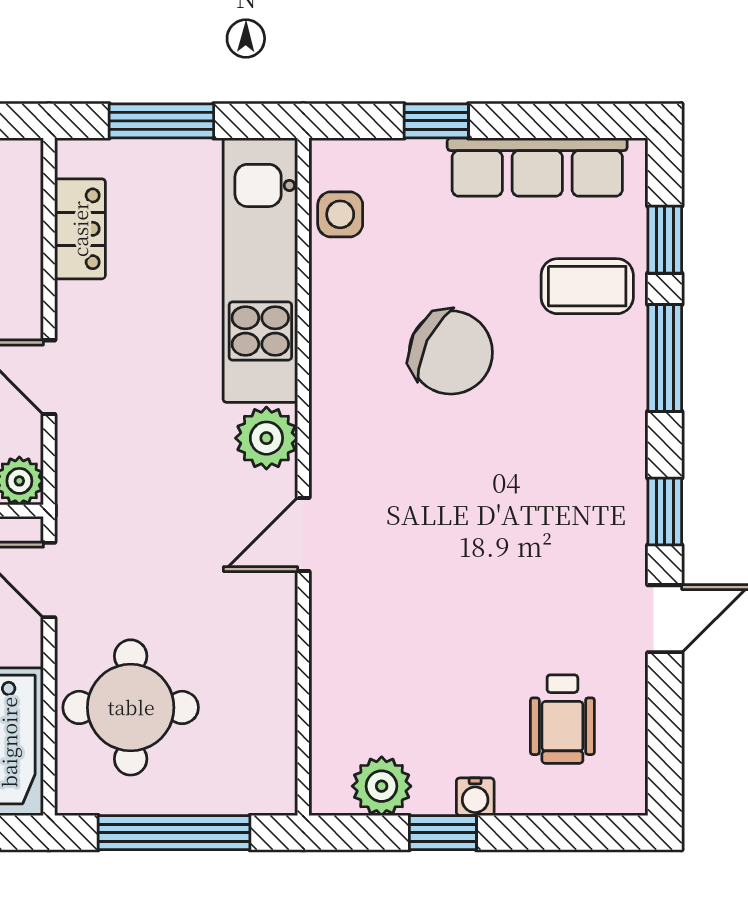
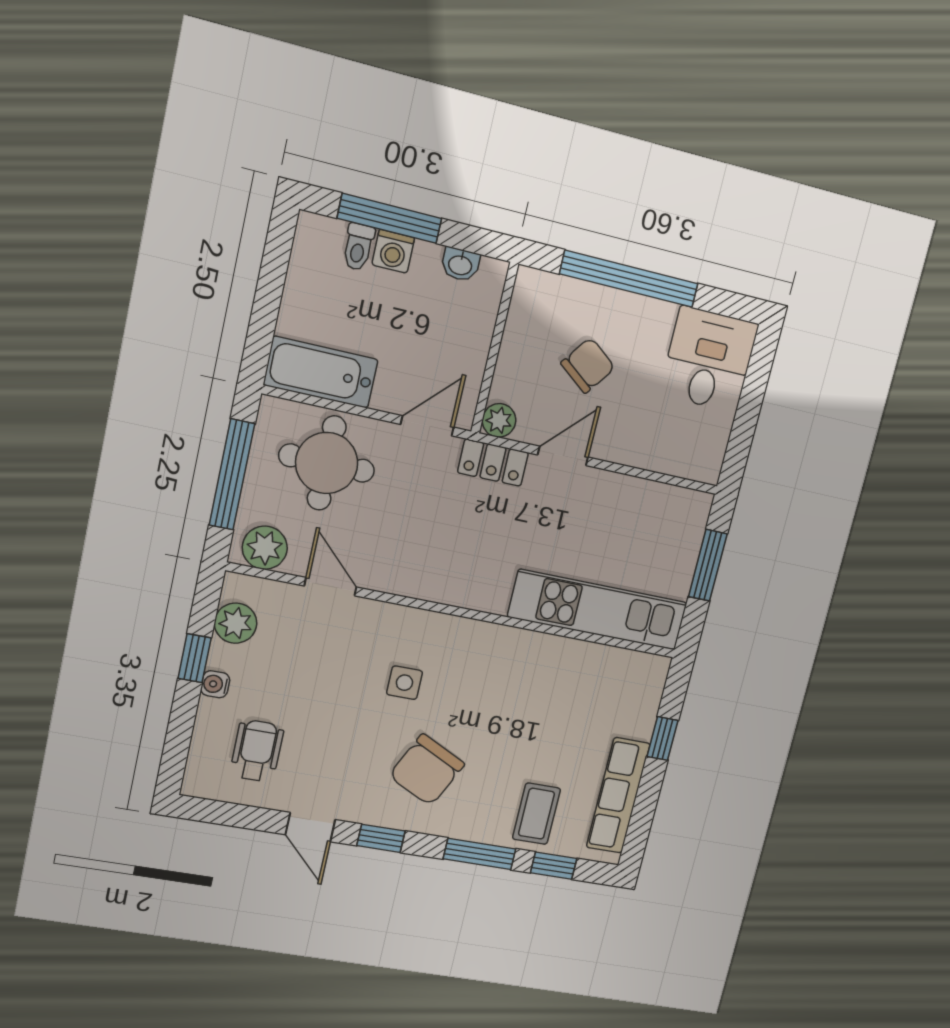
side table: (340, 214) -> (404, 683), moved
locker: (80, 229) -> (493, 463), moved
chair: (451, 352) -> (427, 770), moved
plant: (266, 438) -> (265, 548), moved
door: (303, 535) -> (330, 587), moved
wheelchair: (562, 719) -> (257, 751), turned 90

